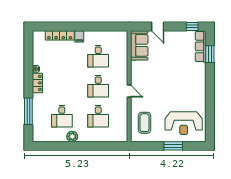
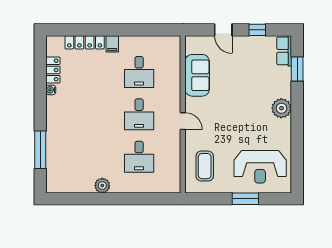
window: (192, 27) -> (257, 30), moved
sofa: (139, 45) -> (197, 75), moved
row of seats: (201, 46) -> (284, 51), width x0.68
plant: (199, 82) -> (281, 108), added
locker: (37, 83) -> (53, 70), moved
desk: (62, 116) -> (88, 157), removed

